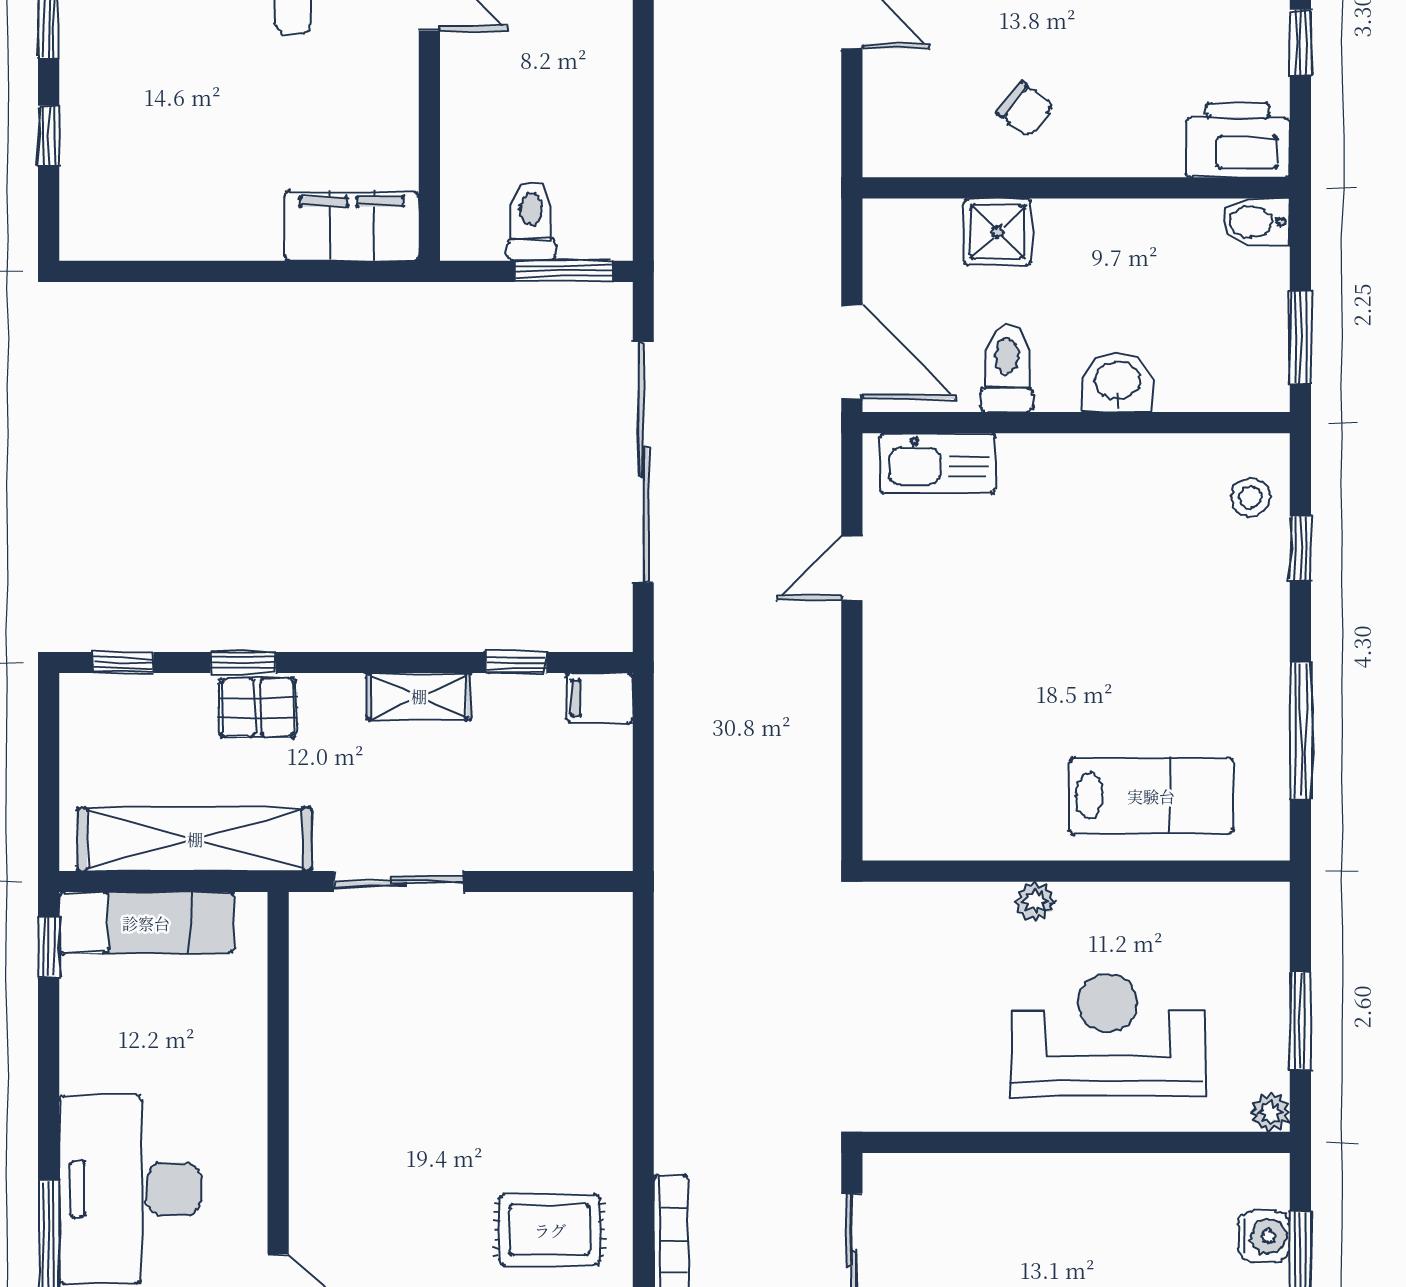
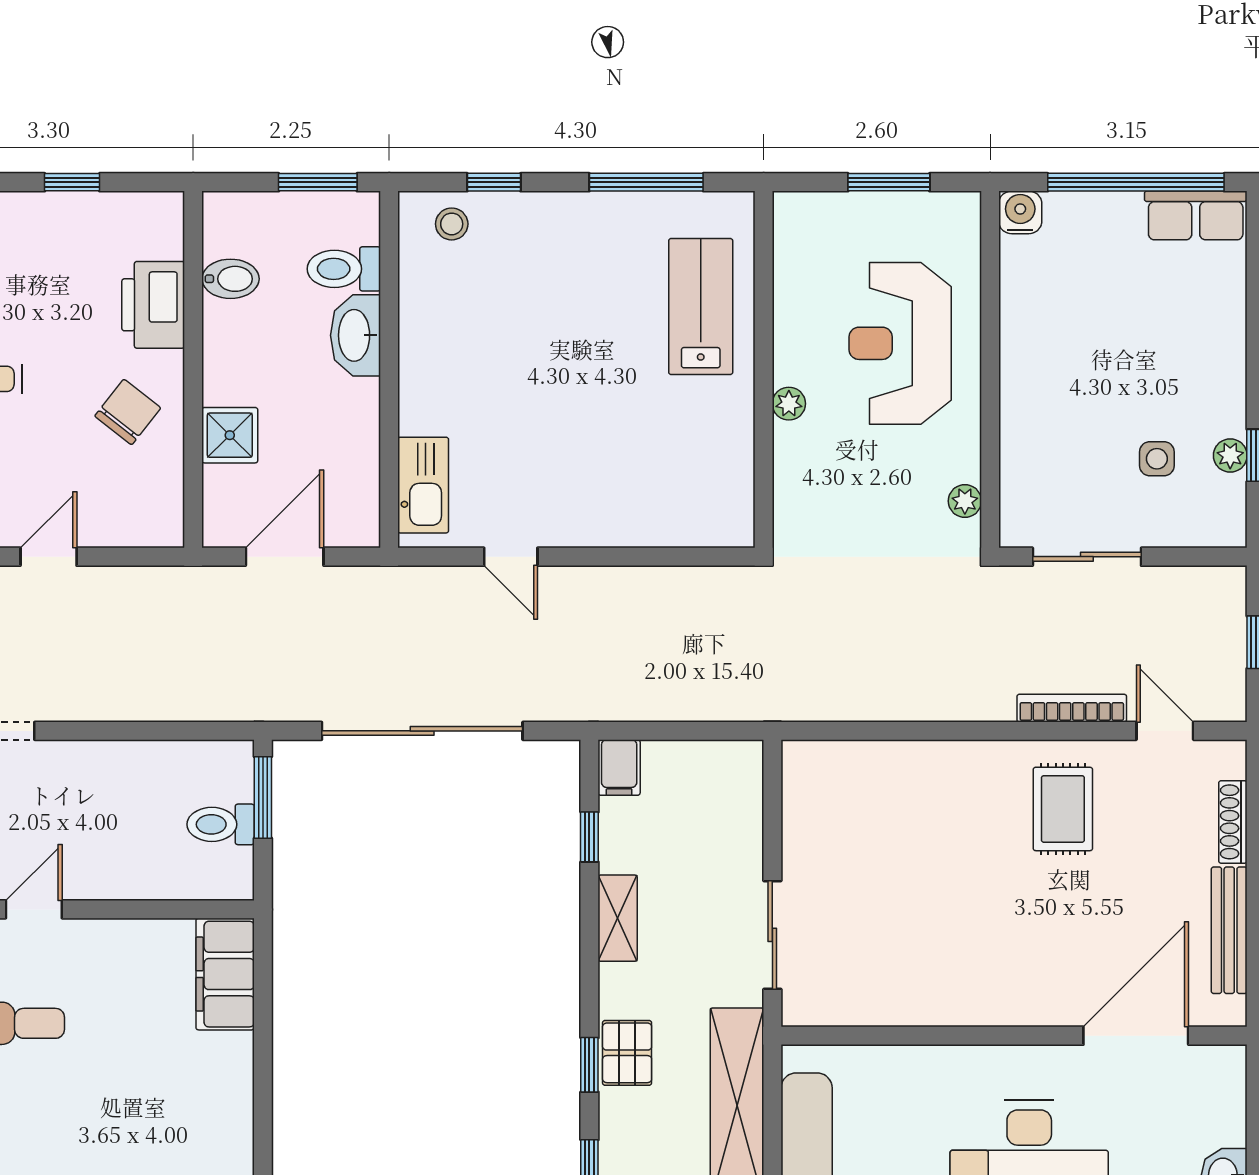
chair: (1025, 109) -> (128, 412), width x1.37, depth x1.37
printer: (1238, 140) -> (153, 305), moved
bidet: (1256, 222) -> (230, 279), moved, turned -90
door: (852, 352) -> (285, 557), moved
toilet: (1007, 368) -> (344, 269), moved
washbasin: (1117, 382) -> (356, 335), width x1.38
plant: (1270, 1112) -> (965, 501), moved
water cooler: (1264, 1237) -> (1020, 212), moved

